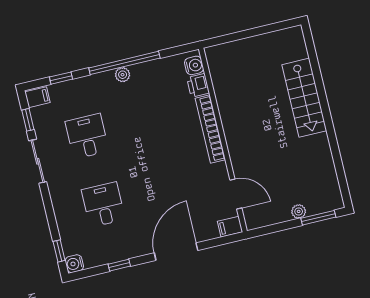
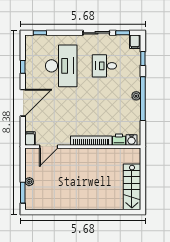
stairs: (304, 98) -> (132, 187), moved, turned -90
desk: (87, 136) -> (104, 66), turned 180
desk: (103, 205) -> (61, 66), width x1.87, depth x1.30
door: (176, 252) -> (23, 103), hinge flipped
water cooler: (74, 264) -> (30, 40), removed

